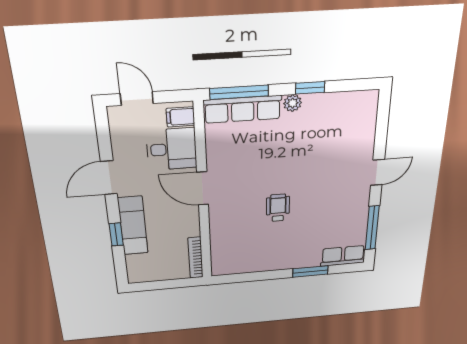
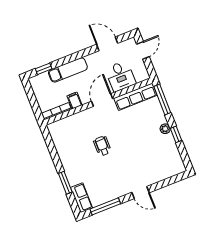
row of seats: (243, 109) -> (135, 97), moved, turned -90
filing cabinet: (181, 117) -> (75, 100), moved
door: (109, 178) -> (107, 44), moved
wheelchair: (278, 208) -> (102, 146), turned -90
window: (116, 234) -> (44, 69), moved

